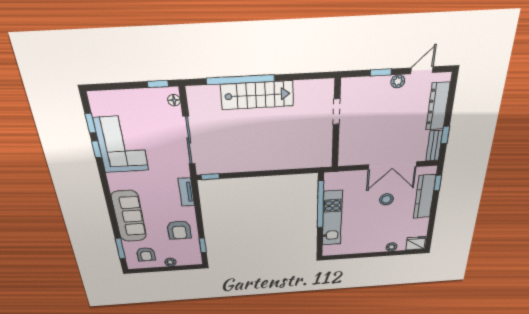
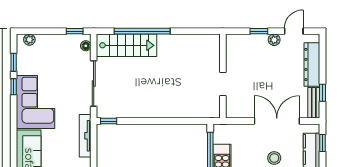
stairs: (257, 95) -> (126, 45), moved
plant: (104, 97) -> (29, 40), added
doorway: (337, 112) -> (223, 84), moved
corner sofa: (121, 145) -> (35, 102), moved
double door: (392, 166) -> (277, 121), swing flipped
tv unit: (186, 192) -> (85, 136), width x1.41

